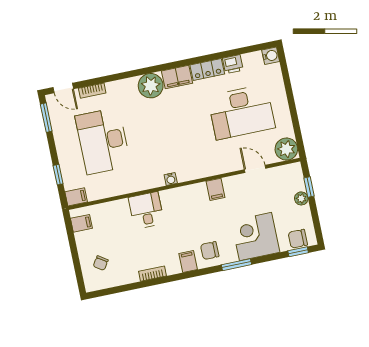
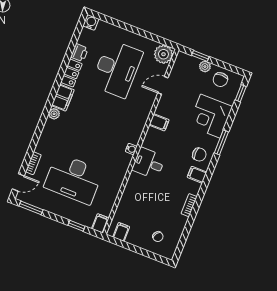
plant: (151, 86) -> (54, 114), width x0.53, depth x0.53
desk: (146, 210) -> (149, 163), moved
chair: (298, 239) -> (220, 80), moved
chair: (210, 251) -> (199, 155), turned -90

